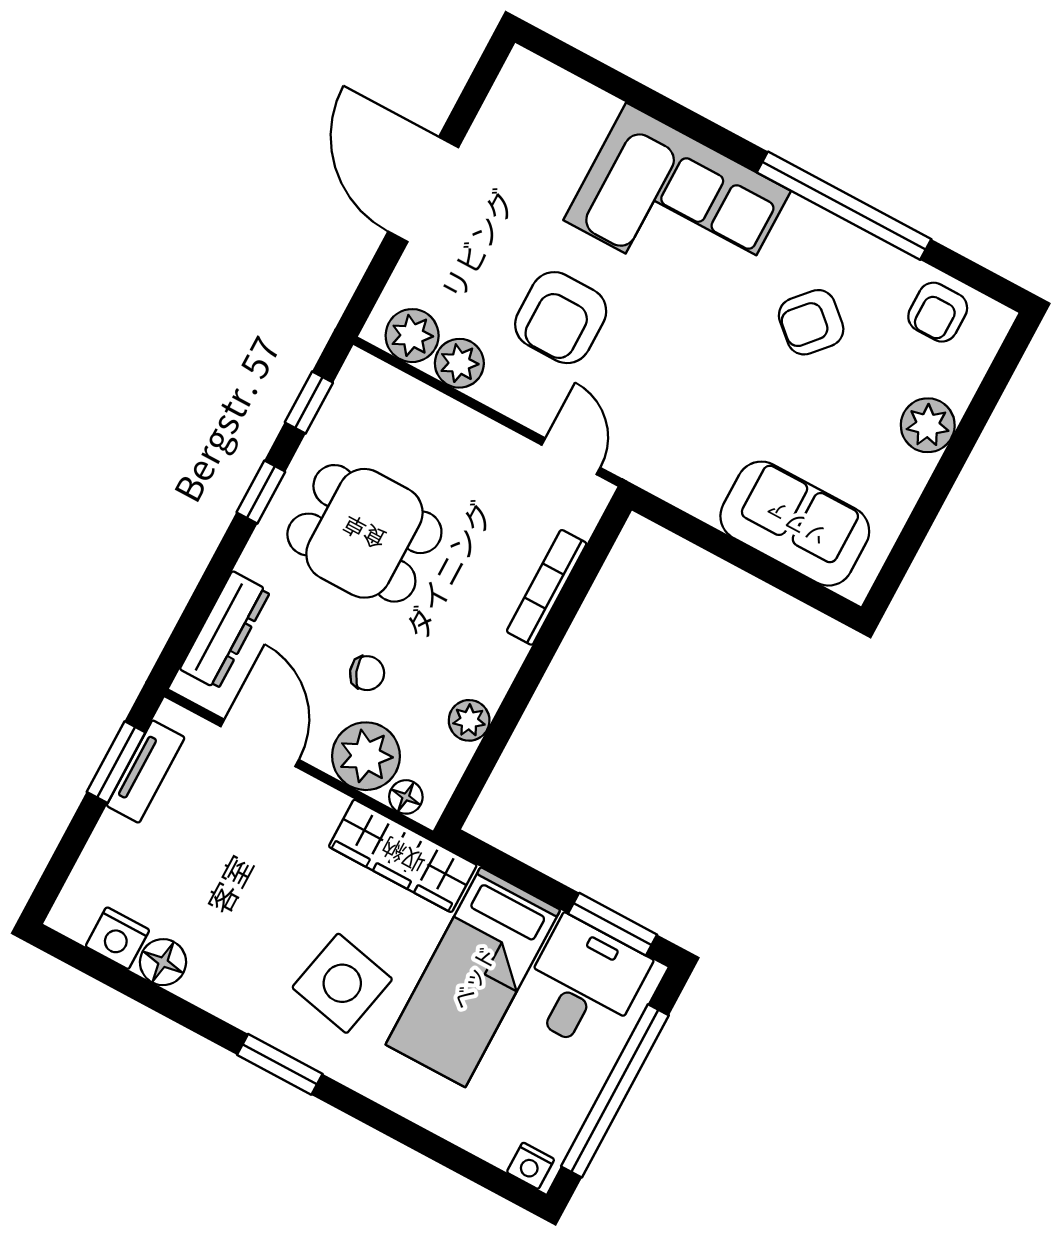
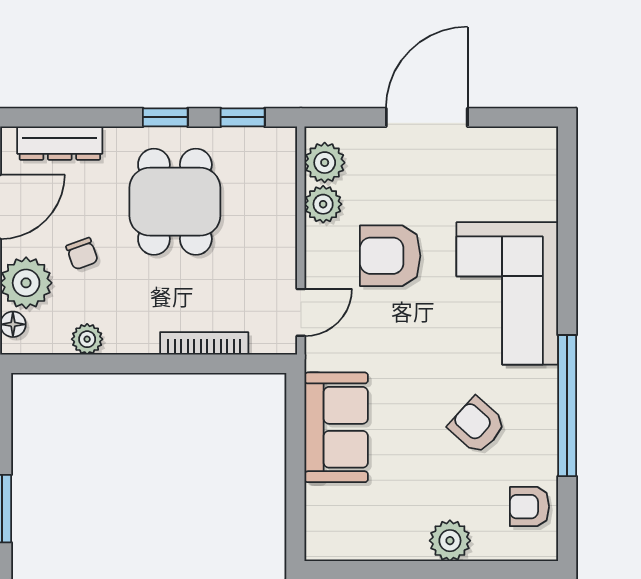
sofa: (795, 524) -> (336, 427), moved

